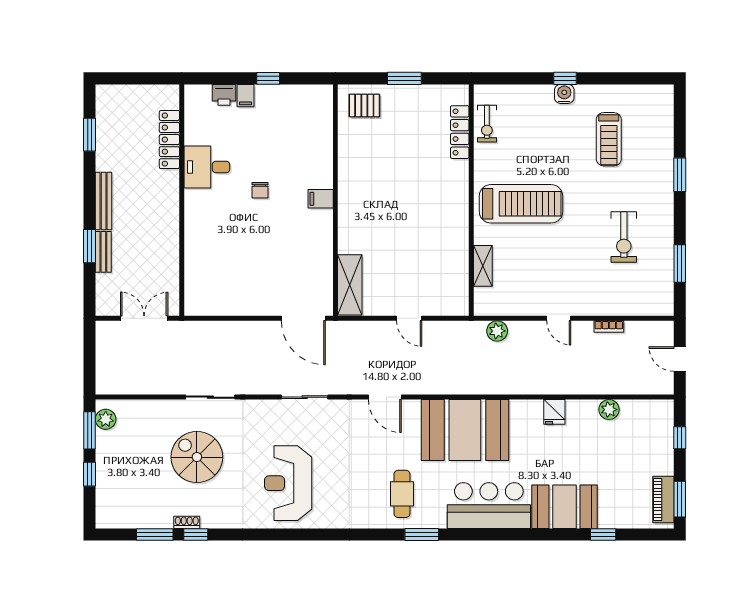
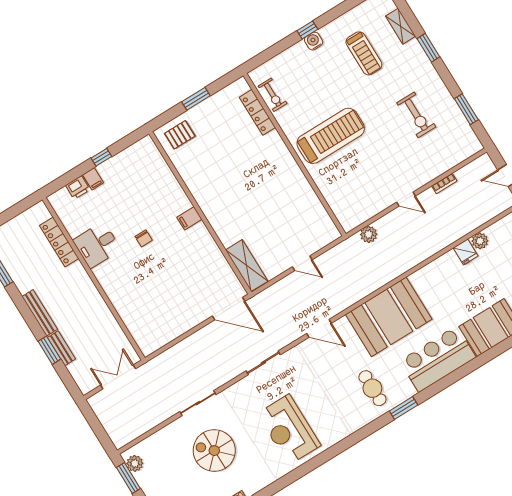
shelving: (483, 266) -> (401, 26), moved
fridge: (554, 412) -> (466, 252), moved

